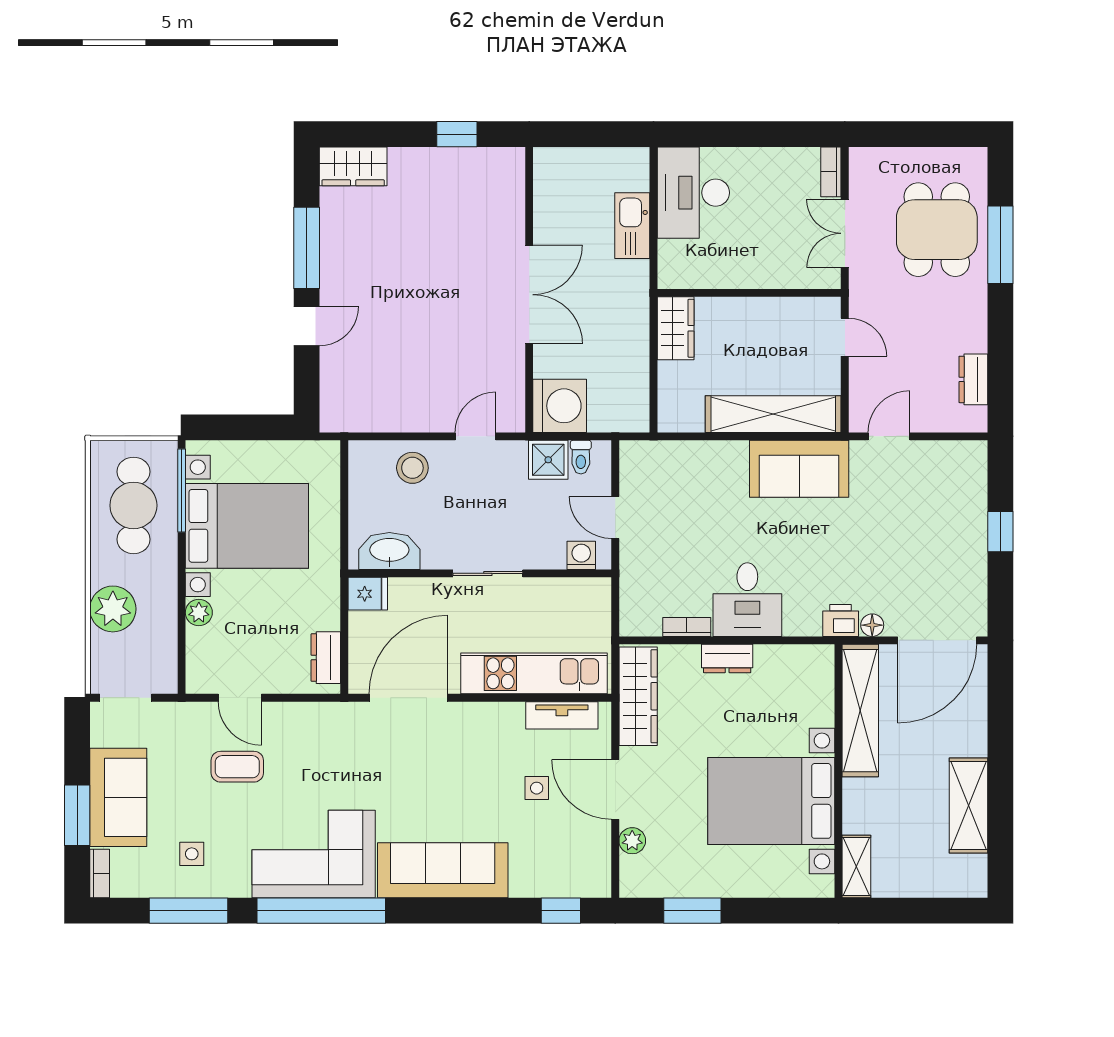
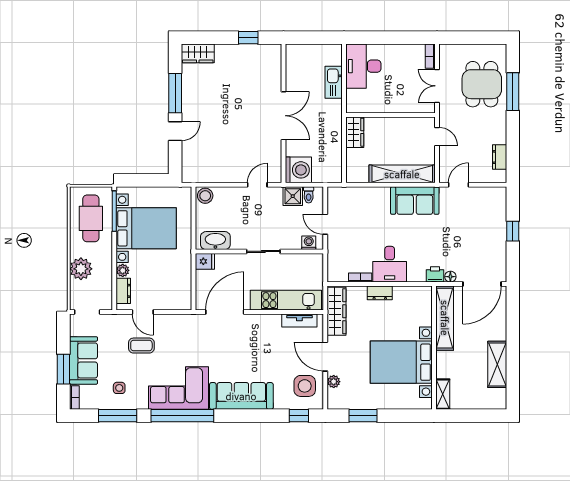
stool: (412, 468) -> (205, 196), moved
dresser: (326, 658) -> (123, 291), moved, turned 180
side table: (537, 788) -> (305, 386), moved, width x1.87, depth x1.87

